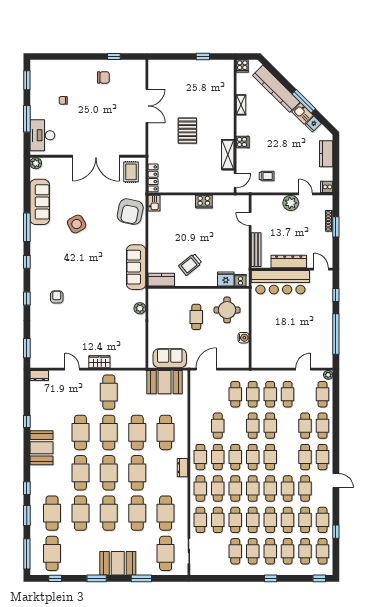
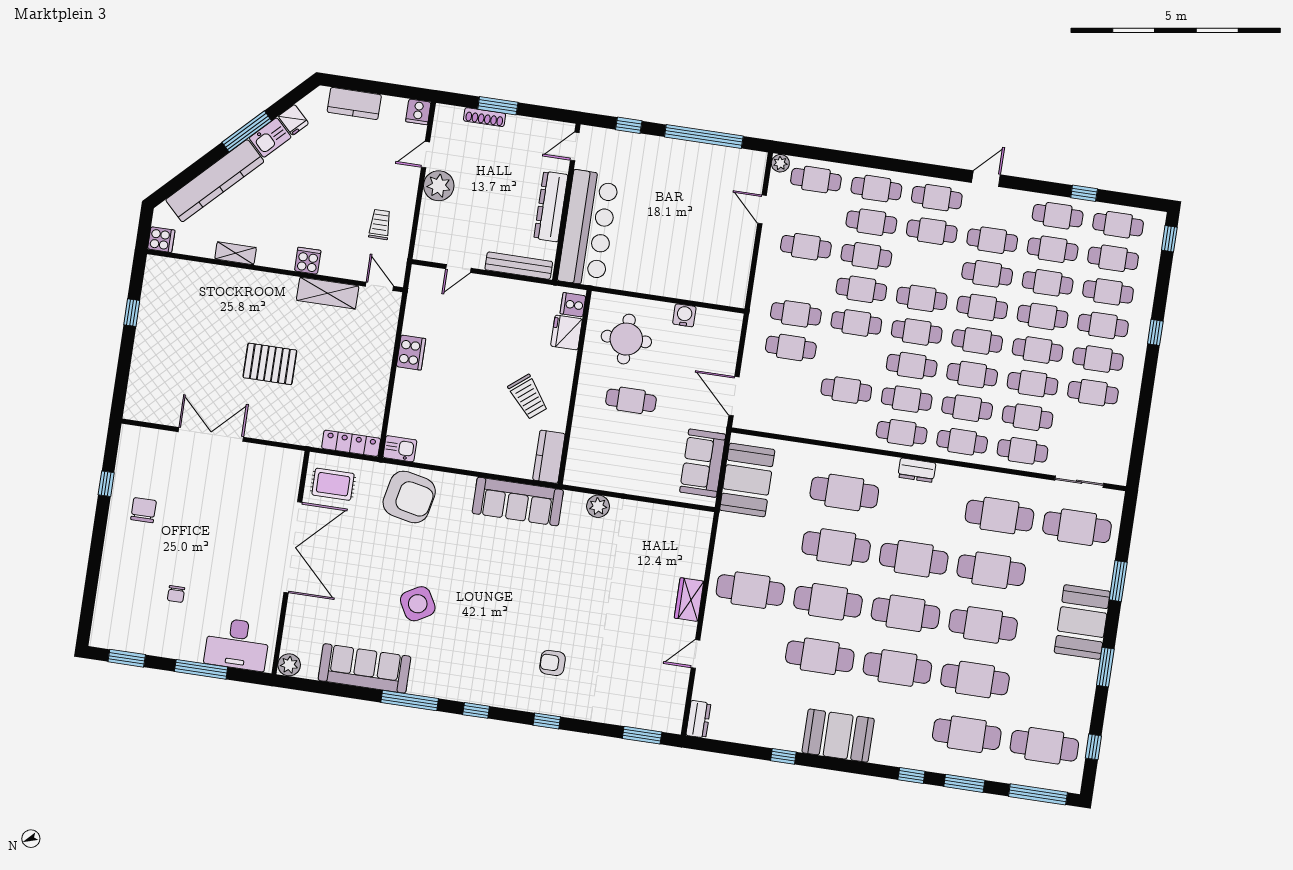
cafe table: (270, 394) -> (866, 256), moved

